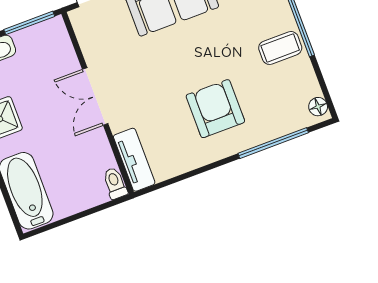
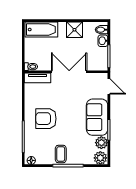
double door: (95, 96) -> (69, 72), width x1.37
armchair: (215, 109) -> (46, 119), turned 180

